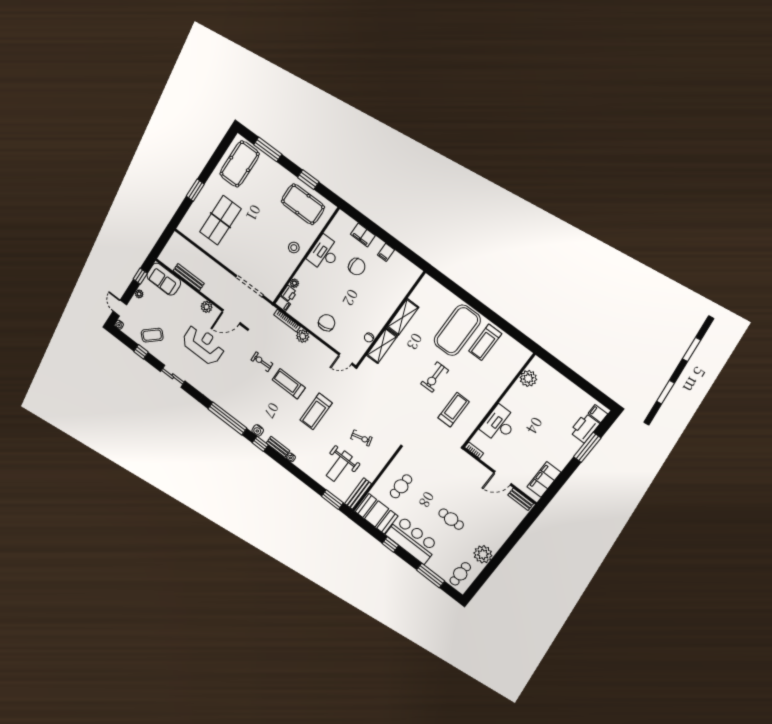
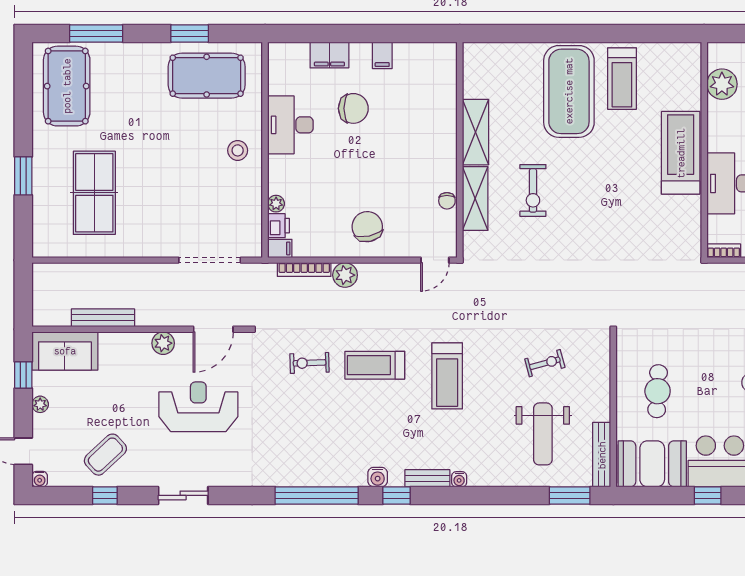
exercise bike: (435, 377) -> (533, 190), moved
treadmill: (454, 410) -> (681, 153), moved, width x1.37, depth x1.38

